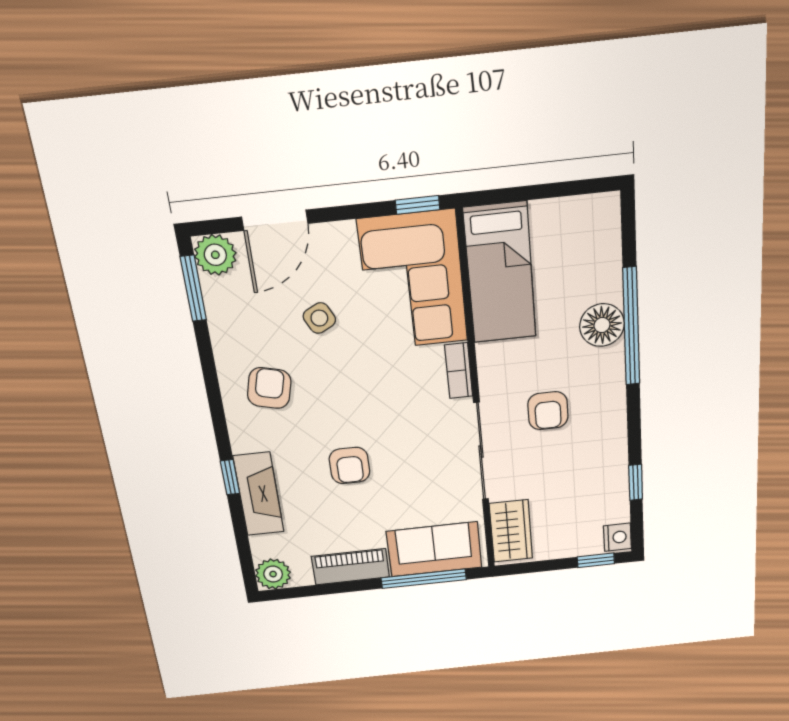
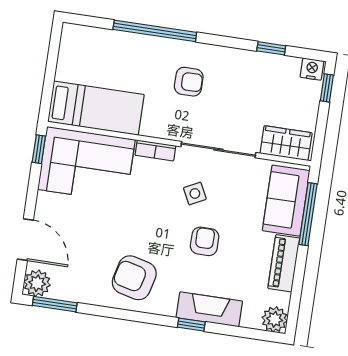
side table: (319, 318) -> (195, 194), moved
floor lamp: (602, 325) -> (149, 50), removed
armchair: (269, 388) -> (134, 278), width x1.38, depth x1.38
armchair: (548, 411) -> (189, 82), moved
armchair: (350, 465) -> (205, 241), turned -90

